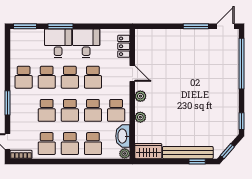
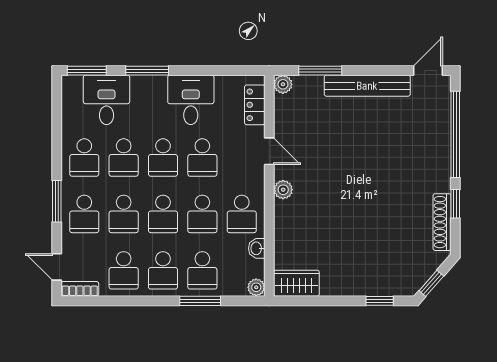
window: (196, 26) -> (320, 71), moved
desk: (58, 43) -> (107, 100), moved
school desk: (24, 110) -> (84, 214), added
shoe rack: (234, 115) -> (442, 222), added
plant: (140, 117) -> (283, 84), moved
window: (242, 121) -> (455, 204), moved
washbasin: (123, 136) -> (257, 248), width x0.52, depth x0.69
bench: (188, 153) -> (367, 86), moved
window: (92, 161) -> (200, 301), added

